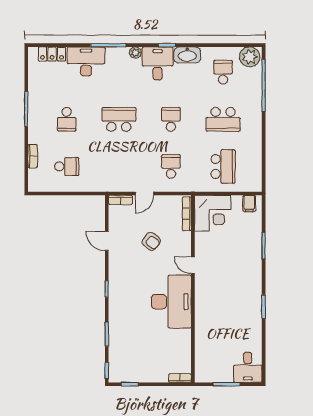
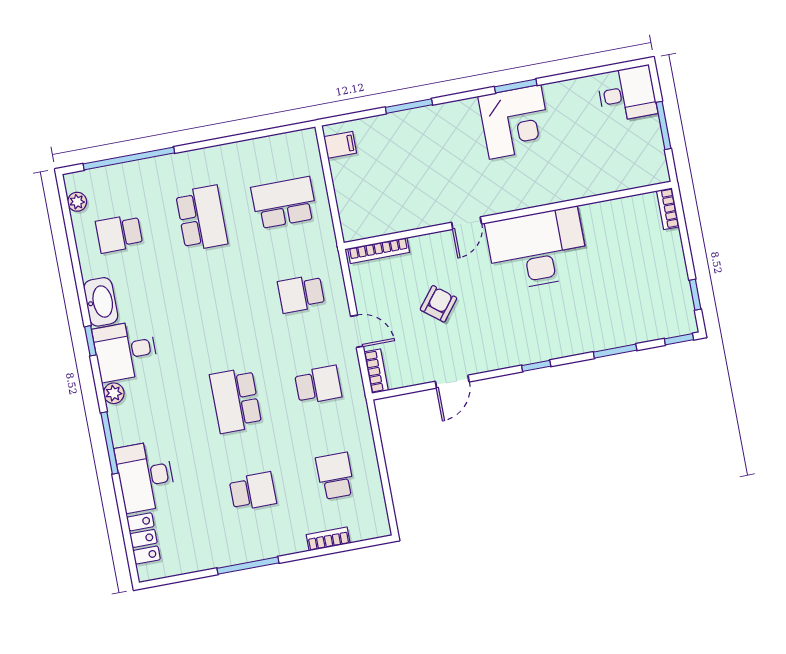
plant: (250, 57) -> (77, 202), width x0.53, depth x0.53
school desk: (171, 119) -> (318, 385), moved, turned 180
corner desk: (213, 213) -> (515, 122), moved, turned 90

